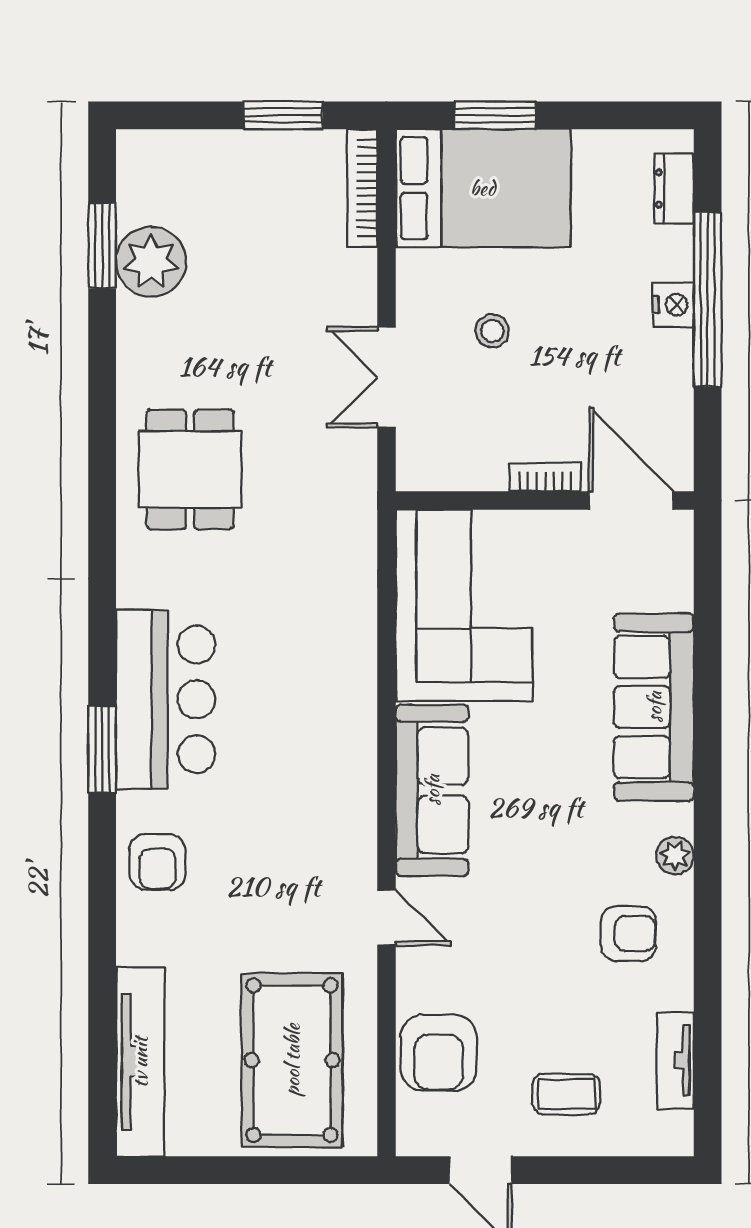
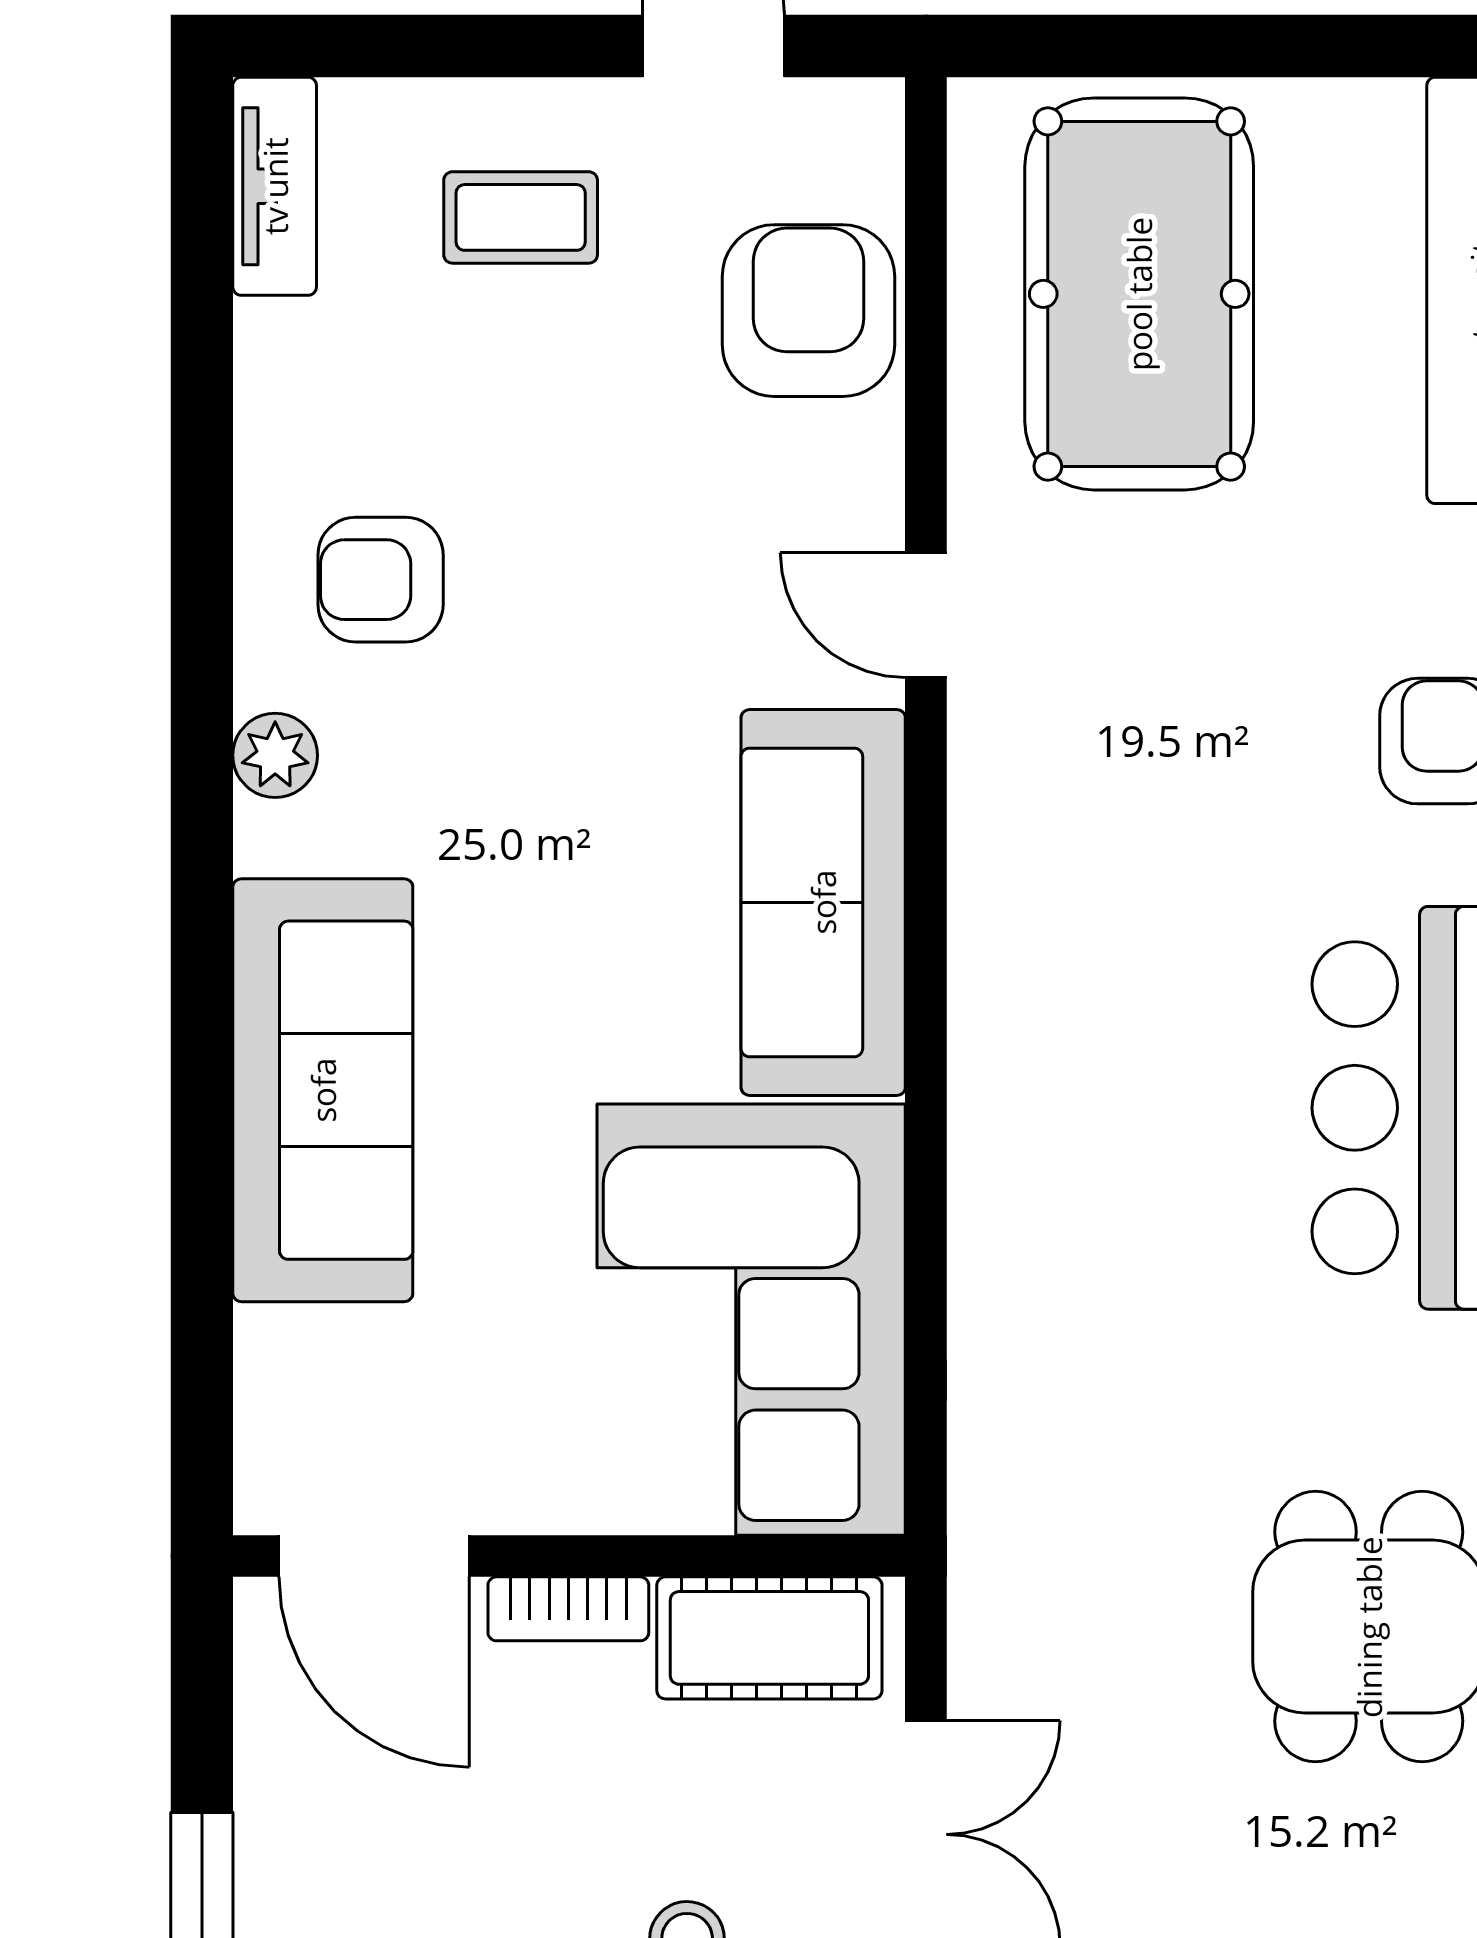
cot: (456, 464) -> (769, 1638), added
tv unit: (675, 1060) -> (275, 186), moved

